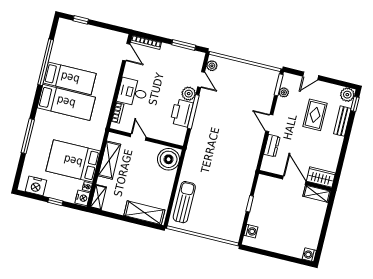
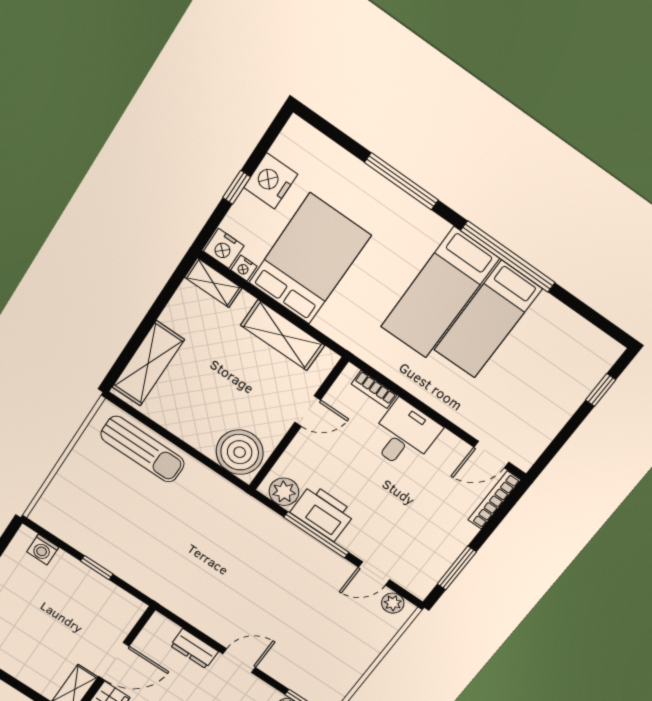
window: (46, 62) -> (508, 257), moved
plant: (189, 94) -> (284, 492), moved
nightstand: (36, 186) -> (271, 181), moved

